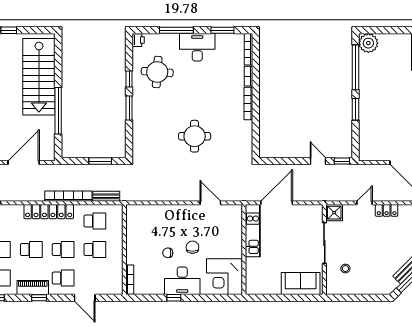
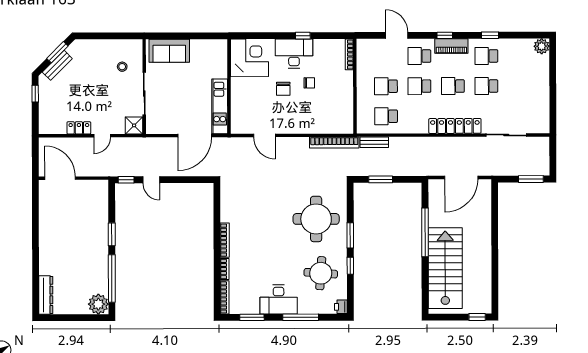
round table: (195, 136) -> (316, 219), moved, width x1.36, depth x1.36
bookcase: (68, 196) -> (334, 142), moved
locker: (49, 212) -> (455, 126), moved

